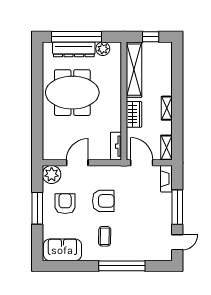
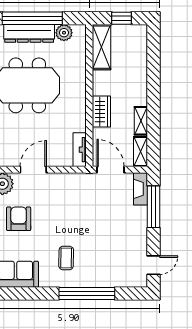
shelving: (134, 70) -> (101, 47), width x0.68
shelving: (167, 108) -> (141, 121), moved
armchair: (103, 201) -> (65, 215), removed
window: (177, 207) -> (153, 207), moved

